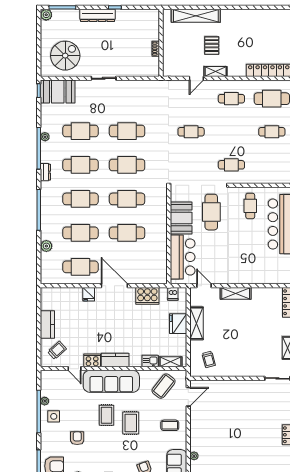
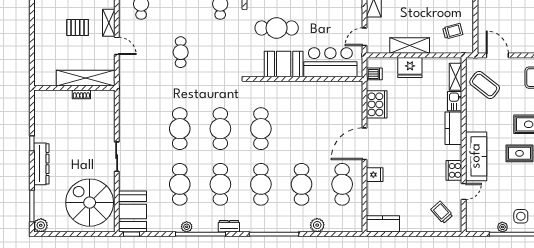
shelving: (196, 16) -> (86, 78), moved, turned 90
spiral stairs: (65, 56) -> (90, 203), width x1.37, depth x1.37
cafe table: (127, 233) -> (302, 129), removed
kitchen counter: (47, 324) -> (383, 224), moved
kitchen counter: (115, 360) -> (453, 128), moved
sofa: (111, 381) -> (476, 156), width x0.74, depth x0.79

